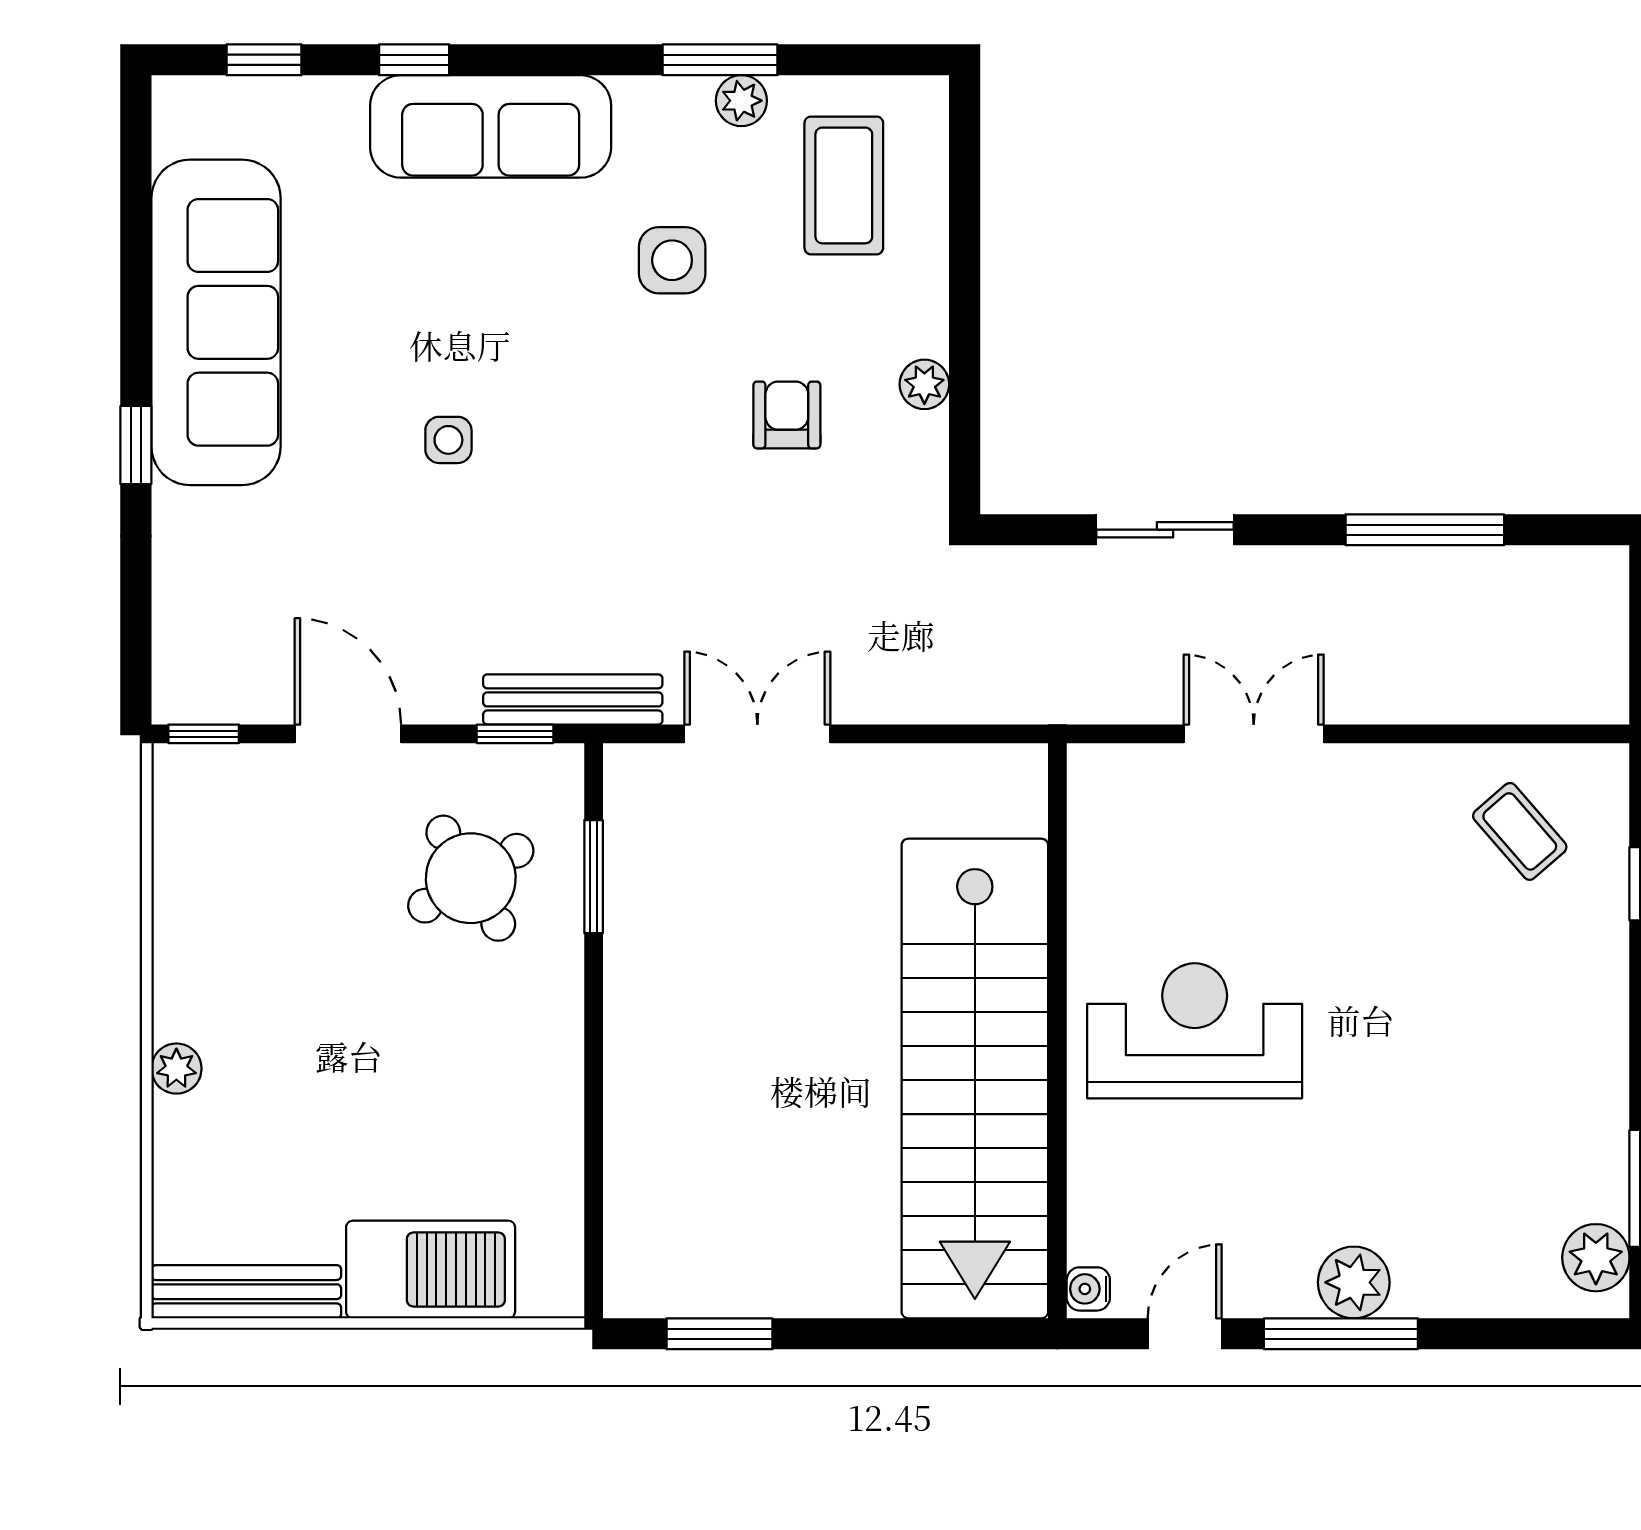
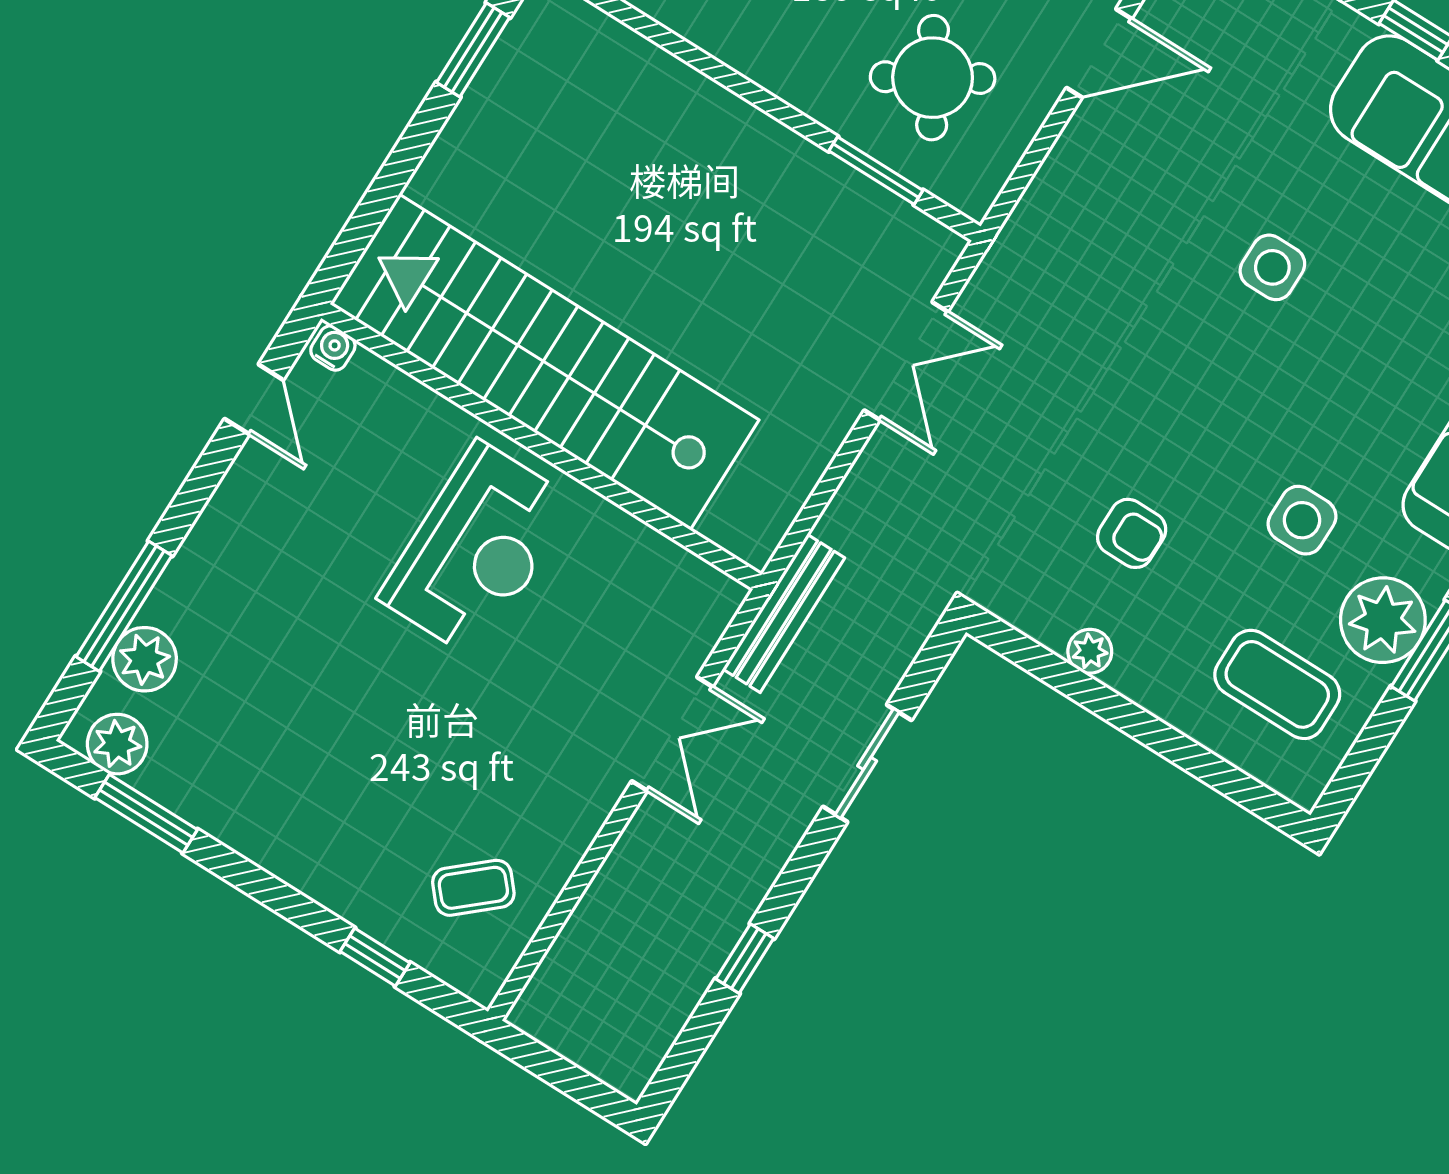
plant: (741, 101) -> (1383, 620), width x1.87, depth x1.87
side table: (448, 440) -> (1272, 267), width x1.37, depth x1.37
window: (1425, 530) -> (745, 959), width x0.46
bench: (573, 699) -> (784, 613), moved
window: (515, 734) -> (1020, 179), removed
plant: (1354, 1282) -> (145, 659), moved
window: (1341, 1334) -> (124, 606), moved

